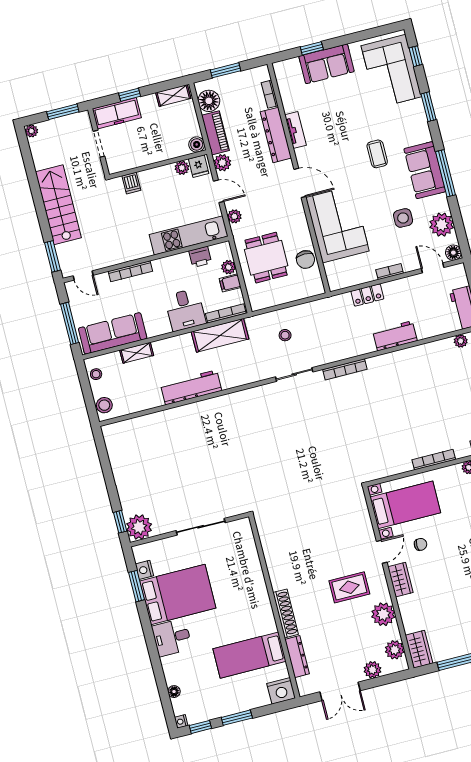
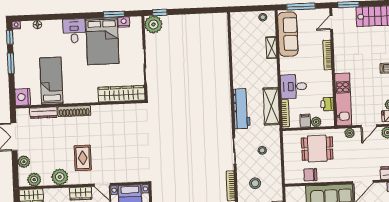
workbench: (191, 387) -> (242, 109), moved
stool: (104, 405) -> (255, 183), moved
wardrobe: (247, 552) -> (121, 94), added

